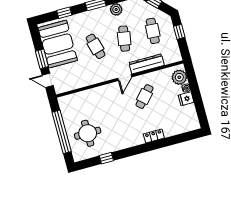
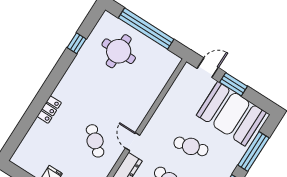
window: (64, 13) -> (253, 151), width x2.17

